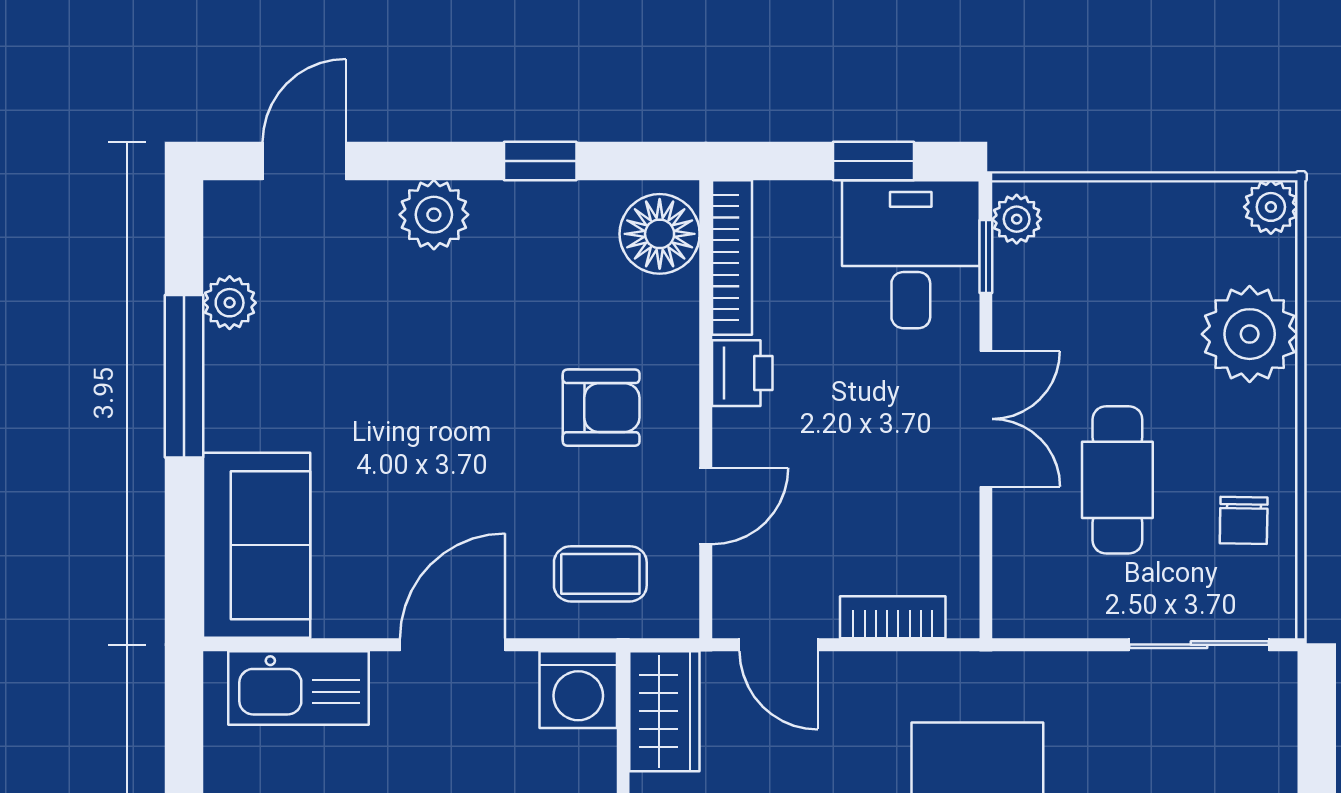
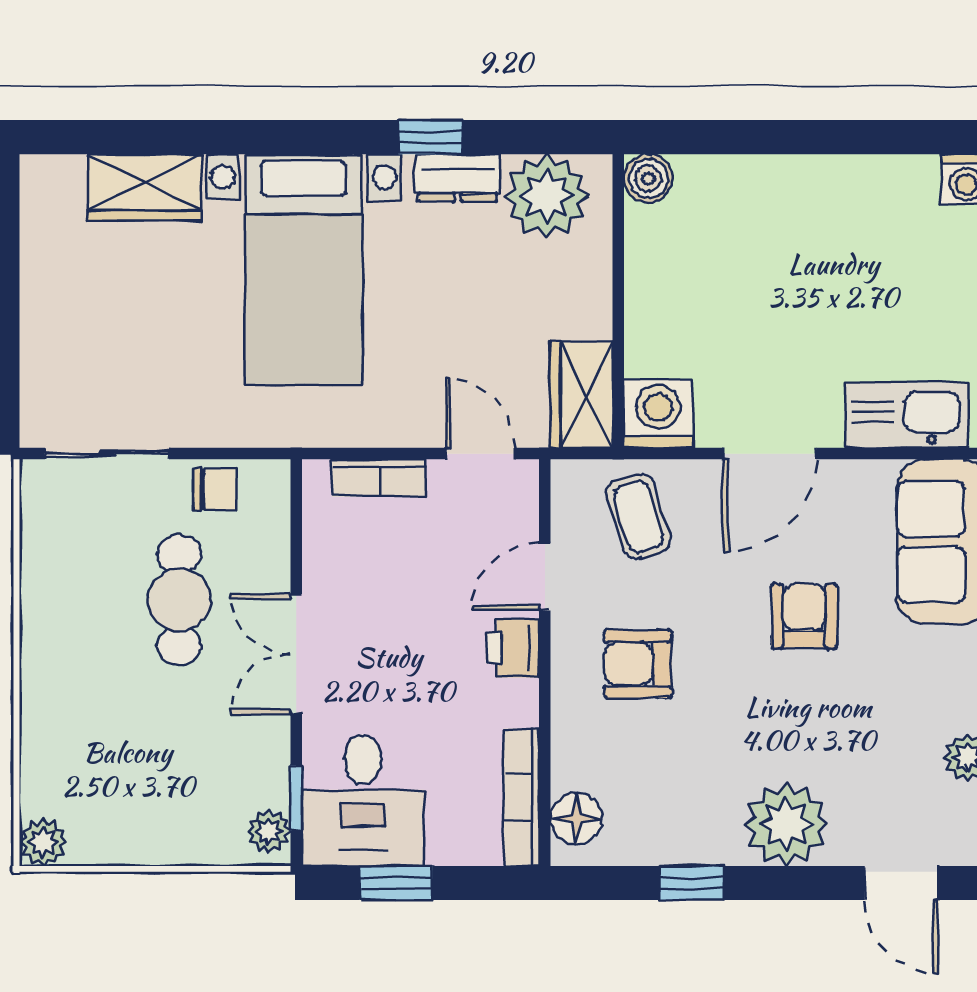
door: (304, 161) -> (901, 883), hinge flipped
plant: (434, 215) -> (786, 824), width x1.36, depth x1.36
floor lamp: (660, 234) -> (576, 818), width x0.73, depth x0.73
plant: (1250, 334) -> (62, 729), removed
printer: (742, 373) -> (513, 648), moved
armchair: (414, 461) -> (804, 616), added
chair: (1244, 520) -> (214, 489), moved, turned 89
coffee table: (600, 574) -> (639, 516), turned 73

